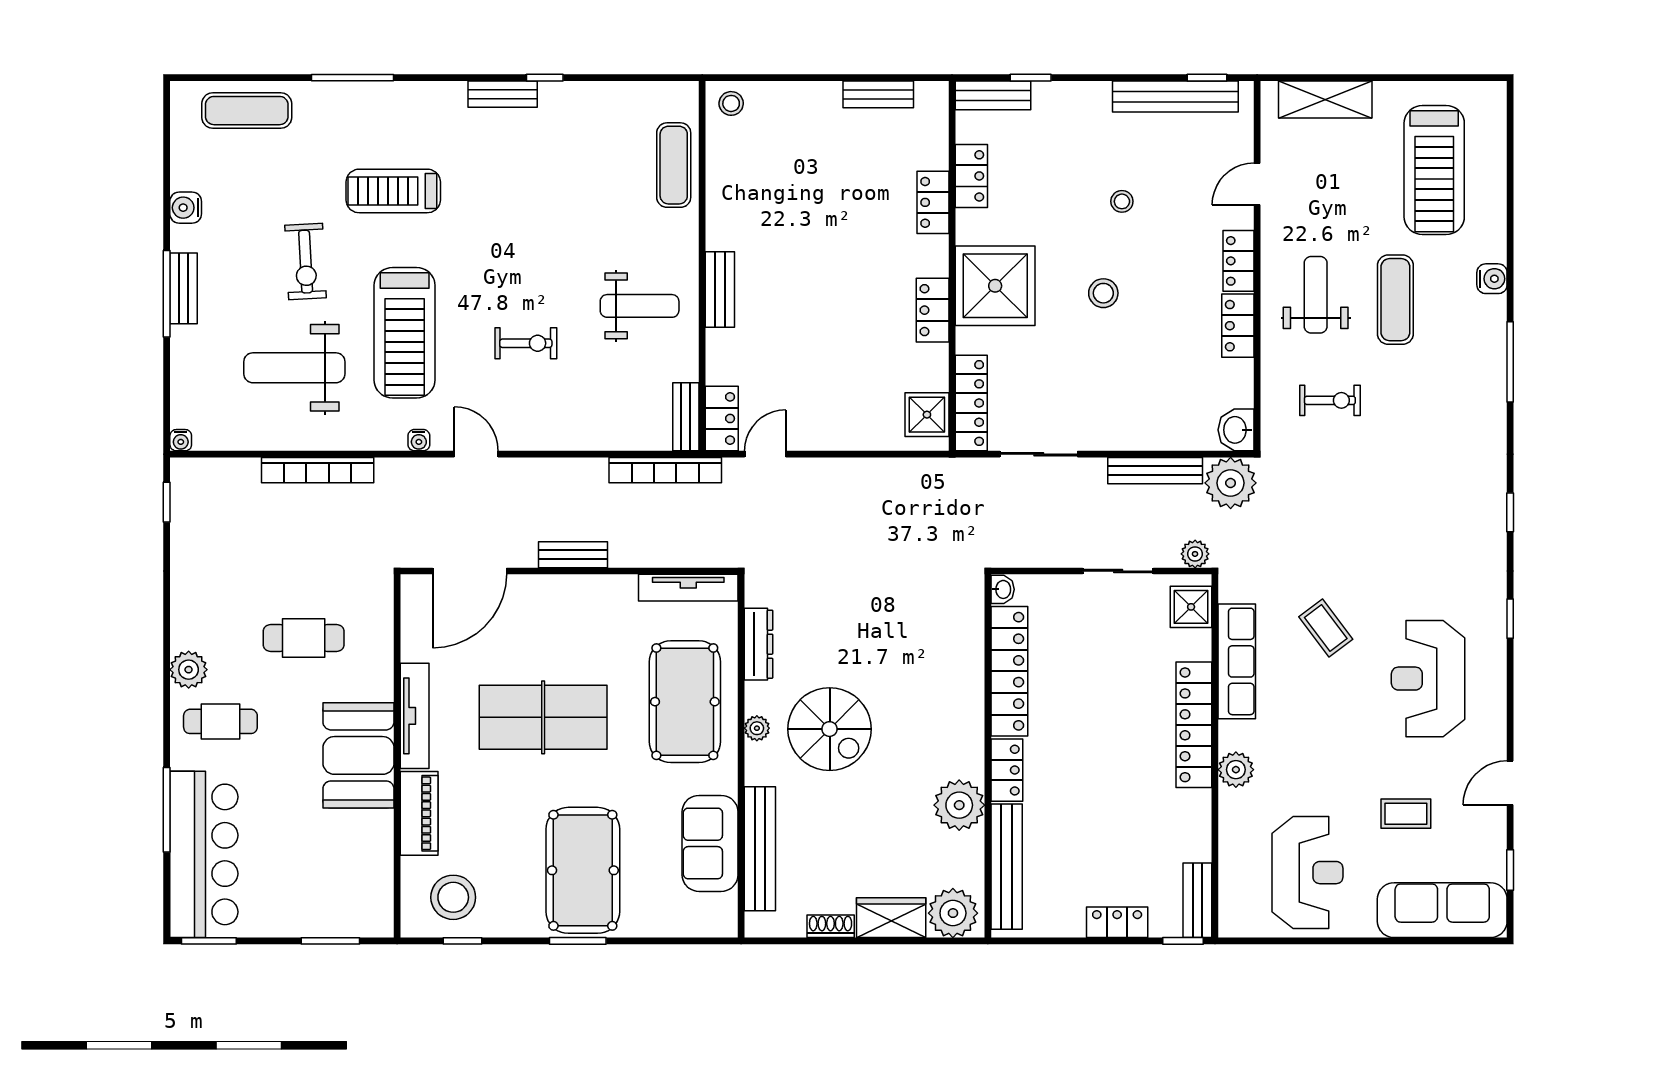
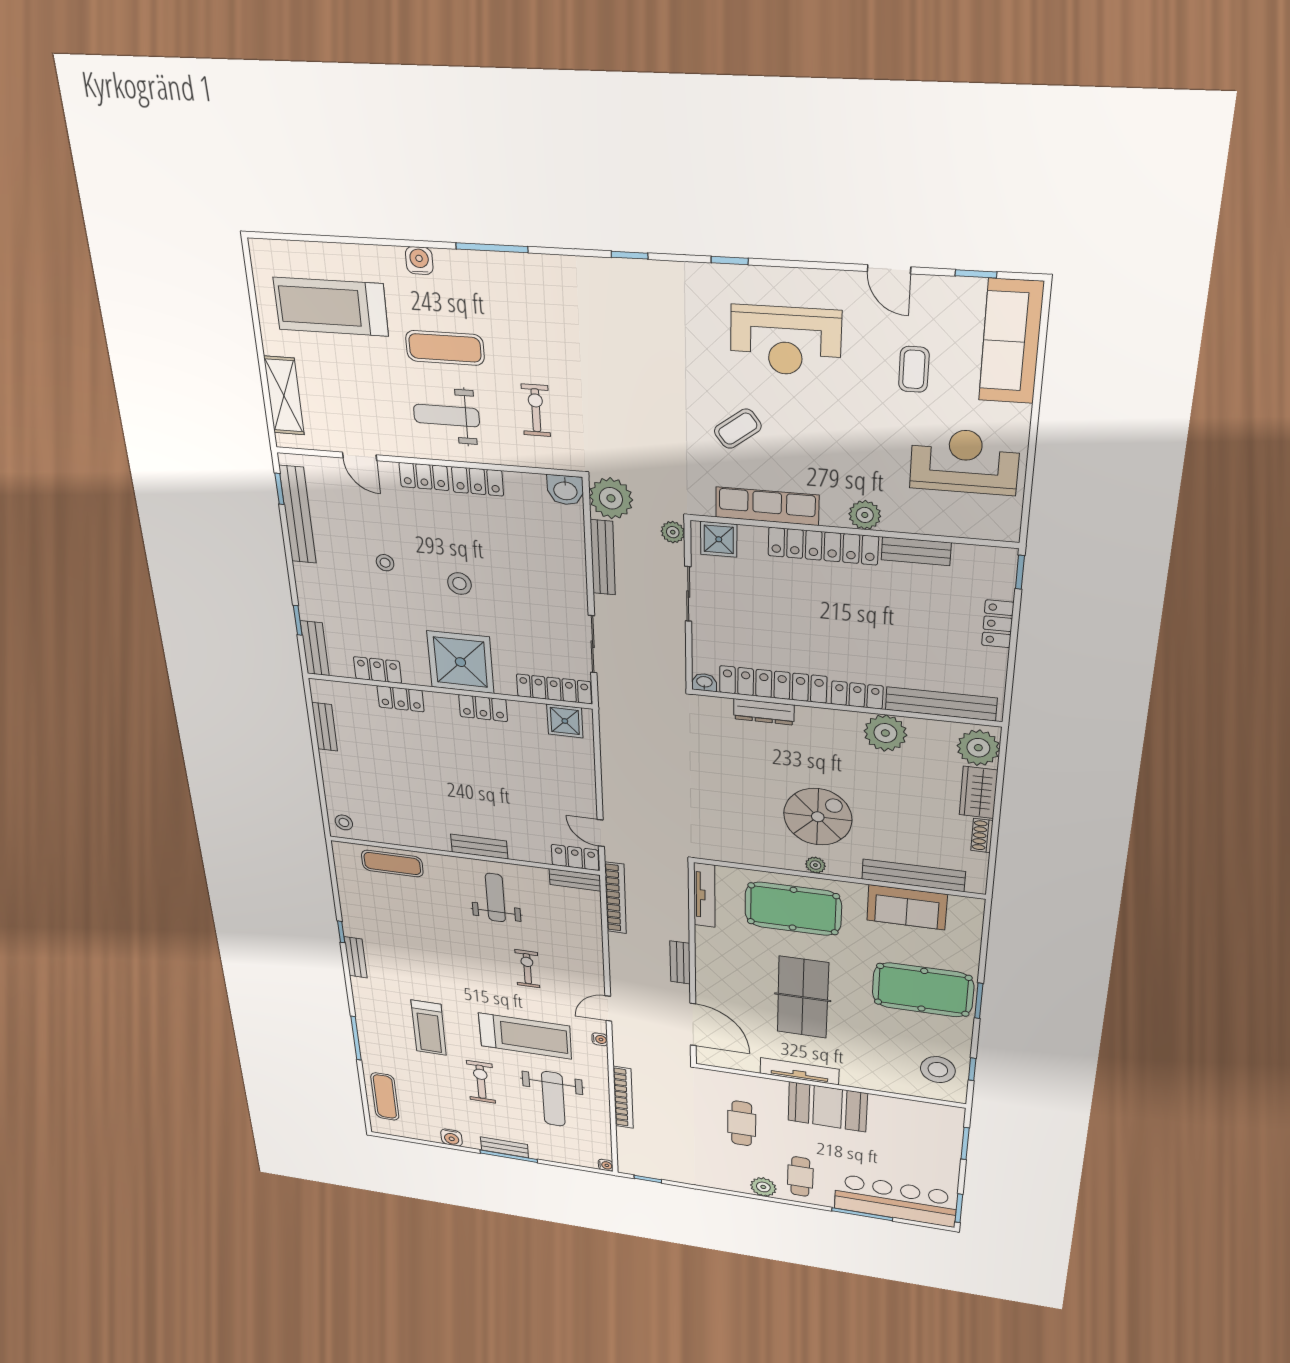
treadmill: (1434, 170) -> (331, 307), turned 180
exercise bike: (306, 262) -> (481, 1082), turned -87
dresser: (758, 644) -> (764, 712), moved, turned 180
piano: (419, 813) -> (872, 1080), removed
bench: (1197, 900) -> (916, 551), moved

